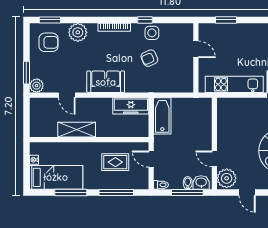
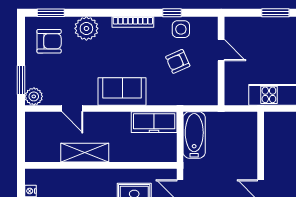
door: (196, 49) -> (221, 50), moved
wall: (196, 58) -> (221, 61), moved

